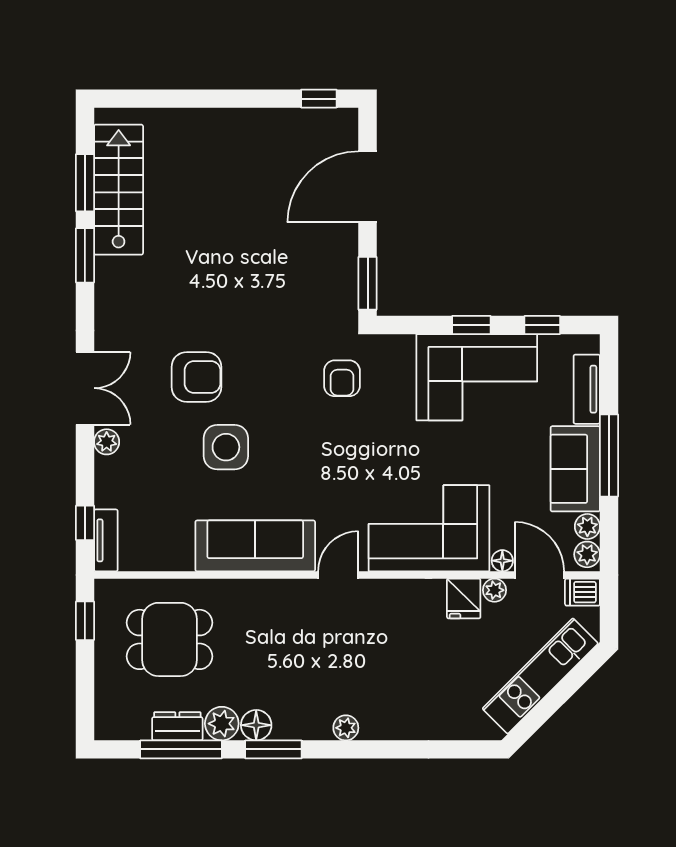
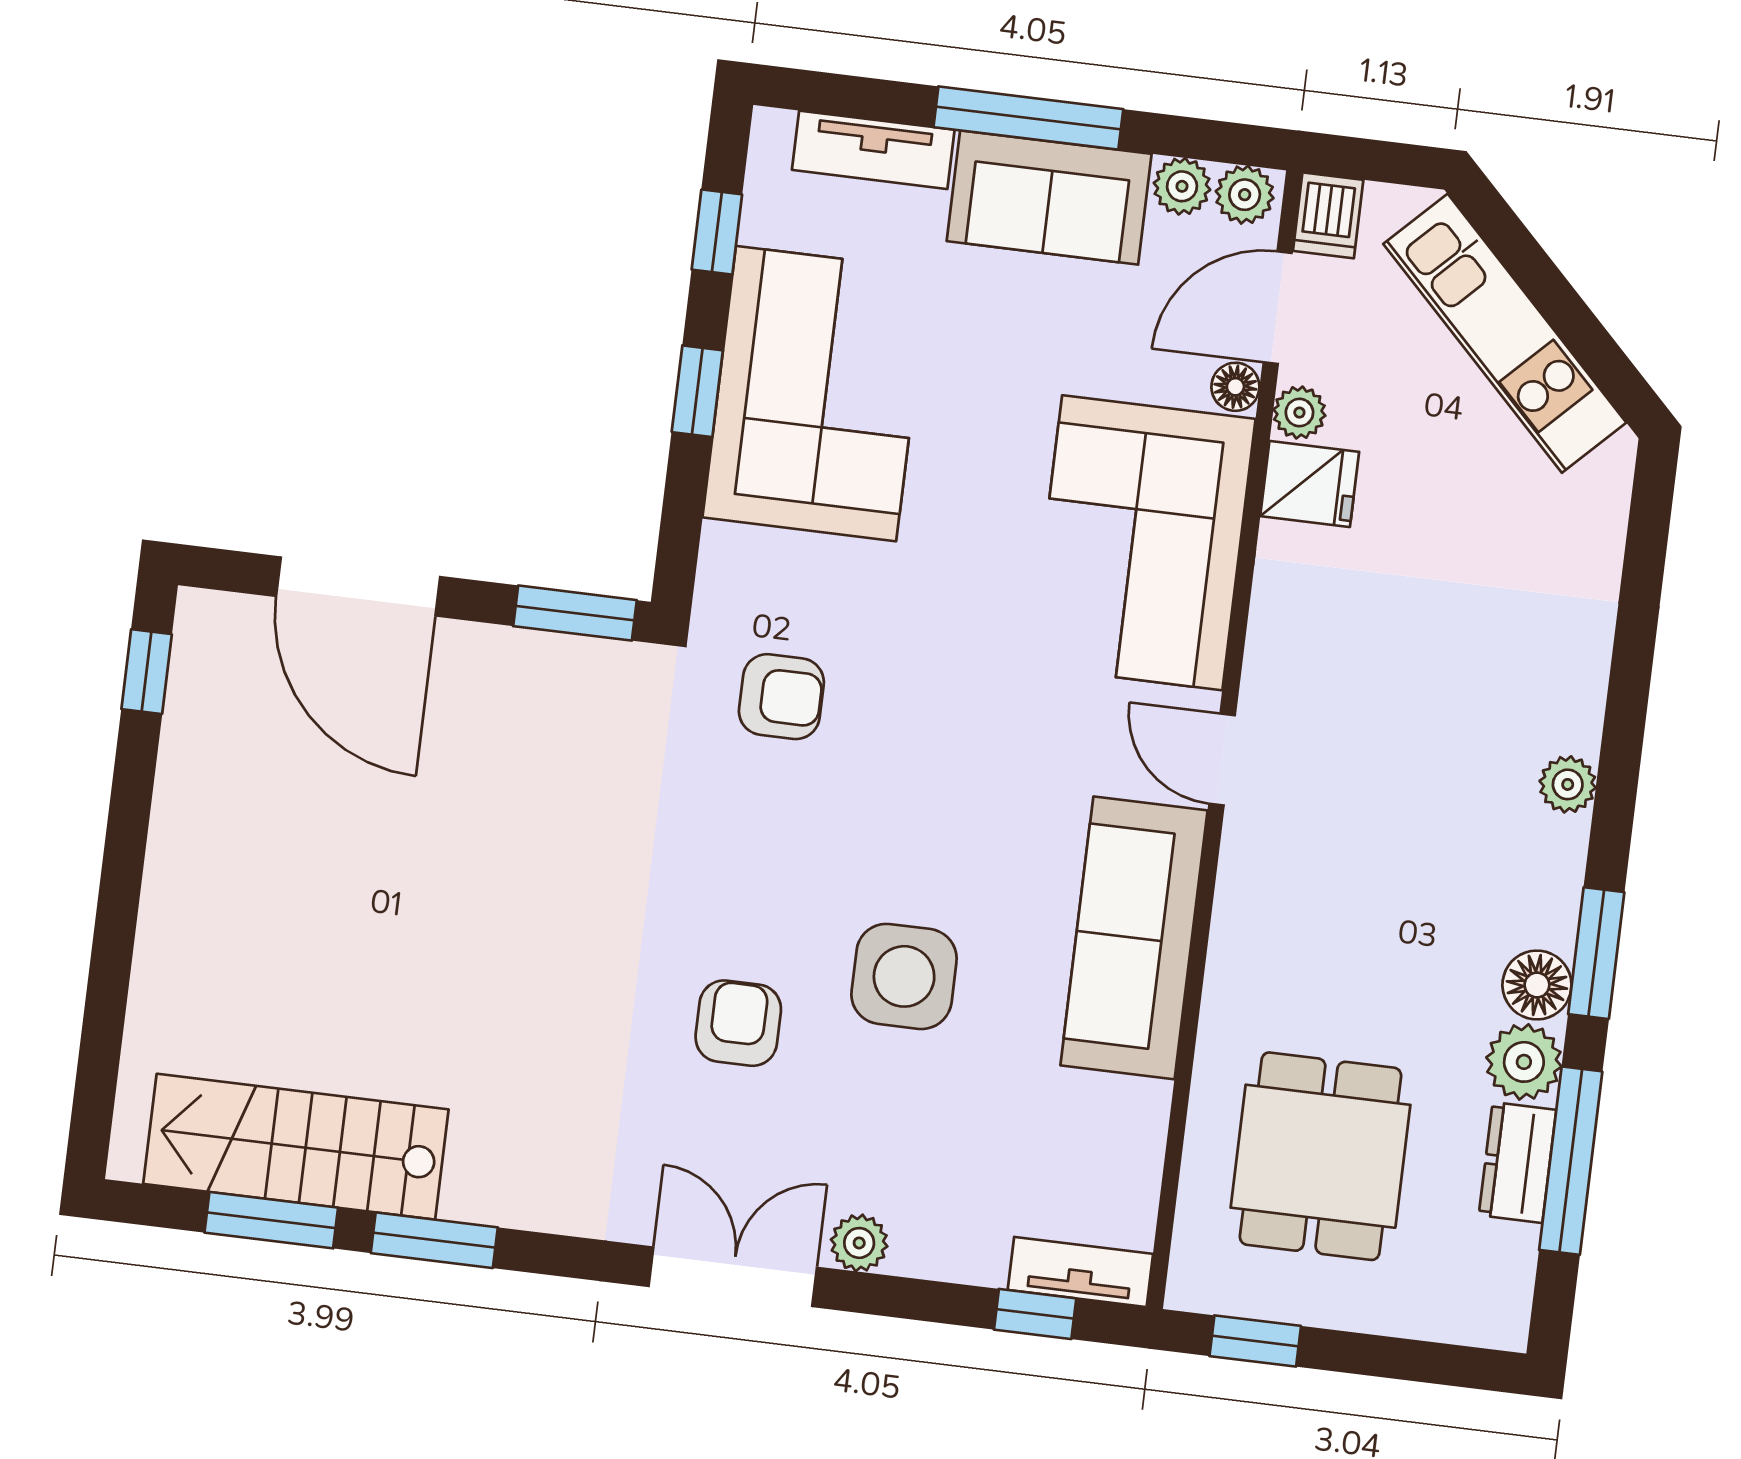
armchair: (196, 377) -> (738, 1023), width x0.72, depth x0.72

